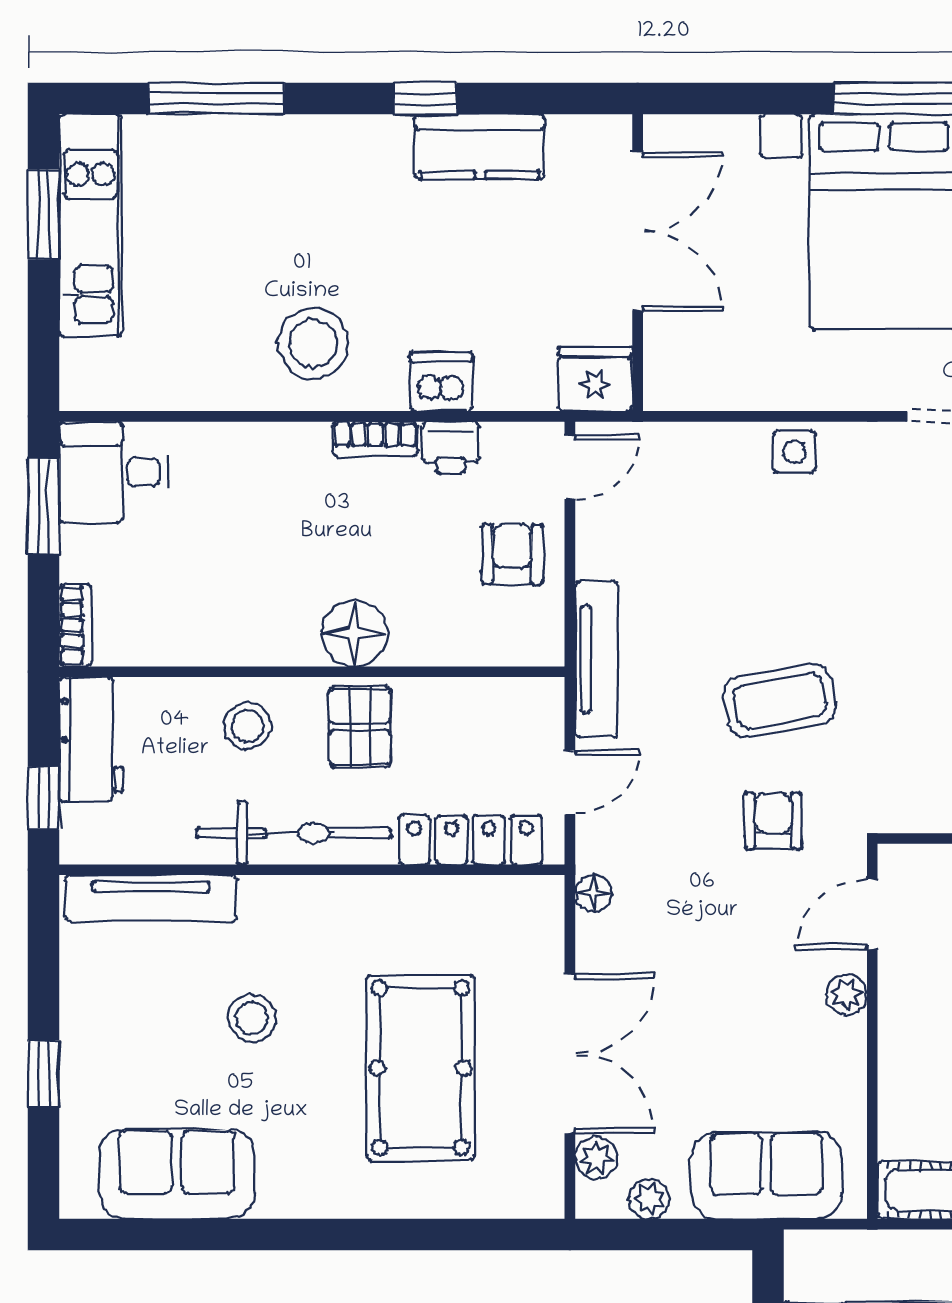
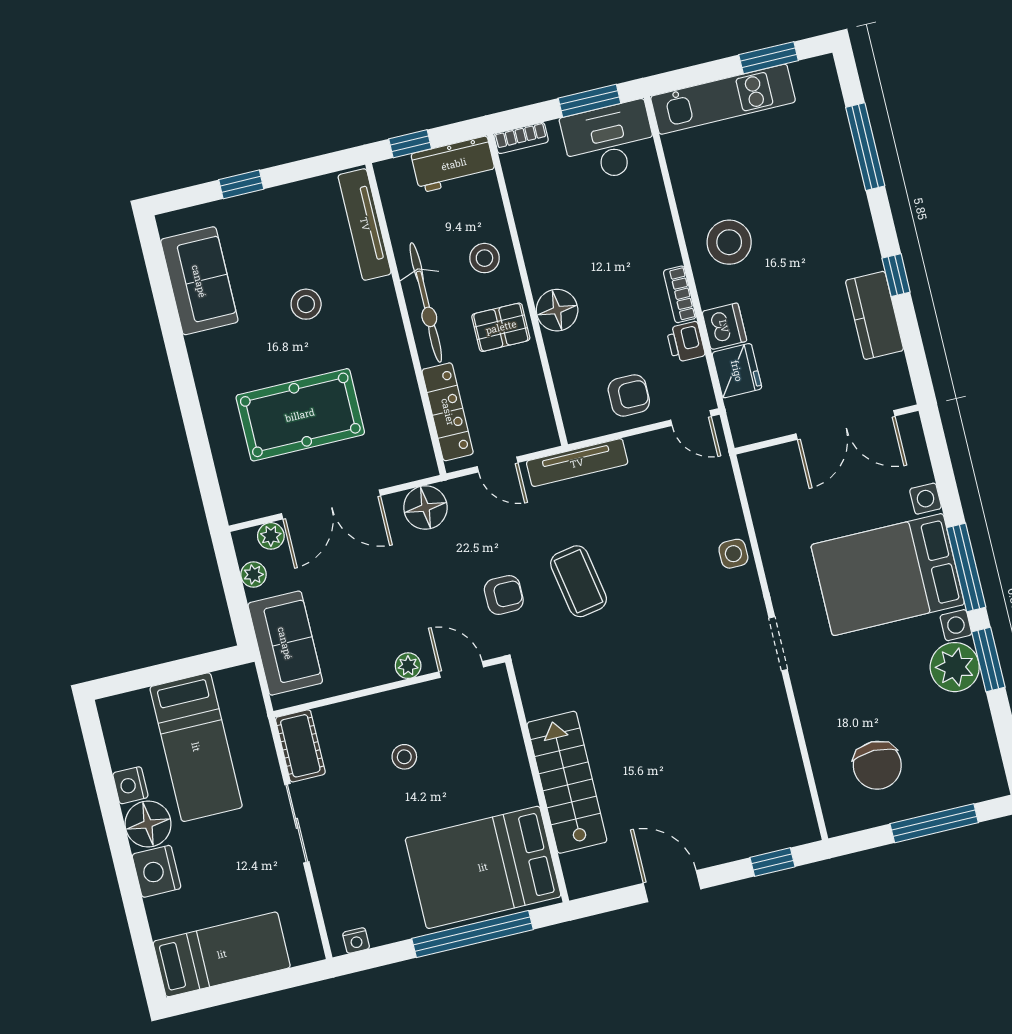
kitchen unit: (91, 225) -> (723, 99), moved
fridge: (595, 379) -> (737, 371), moved
desk: (114, 472) -> (609, 142), width x1.37
floor lamp: (593, 893) -> (425, 508), width x1.89, depth x1.89

